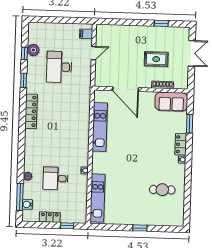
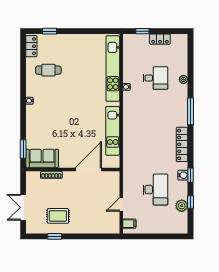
rug: (156, 59) -> (58, 216), moved
door: (126, 89) -> (88, 169), hinge flipped
window: (190, 124) -> (23, 149), moved
locker: (181, 144) -> (31, 46), moved
window: (20, 197) -> (190, 111), moved
kitchen unit: (97, 198) -> (113, 69), width x1.36
water cooler: (27, 204) -> (183, 175), moved
window: (140, 228) -> (50, 31), moved

